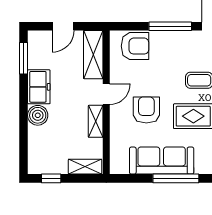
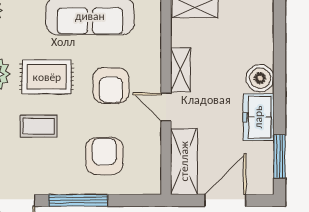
door: (63, 26) -> (225, 200), width x1.38
armchair: (135, 46) -> (104, 156), moved, turned 90
door: (106, 94) -> (166, 107), hinge flipped

